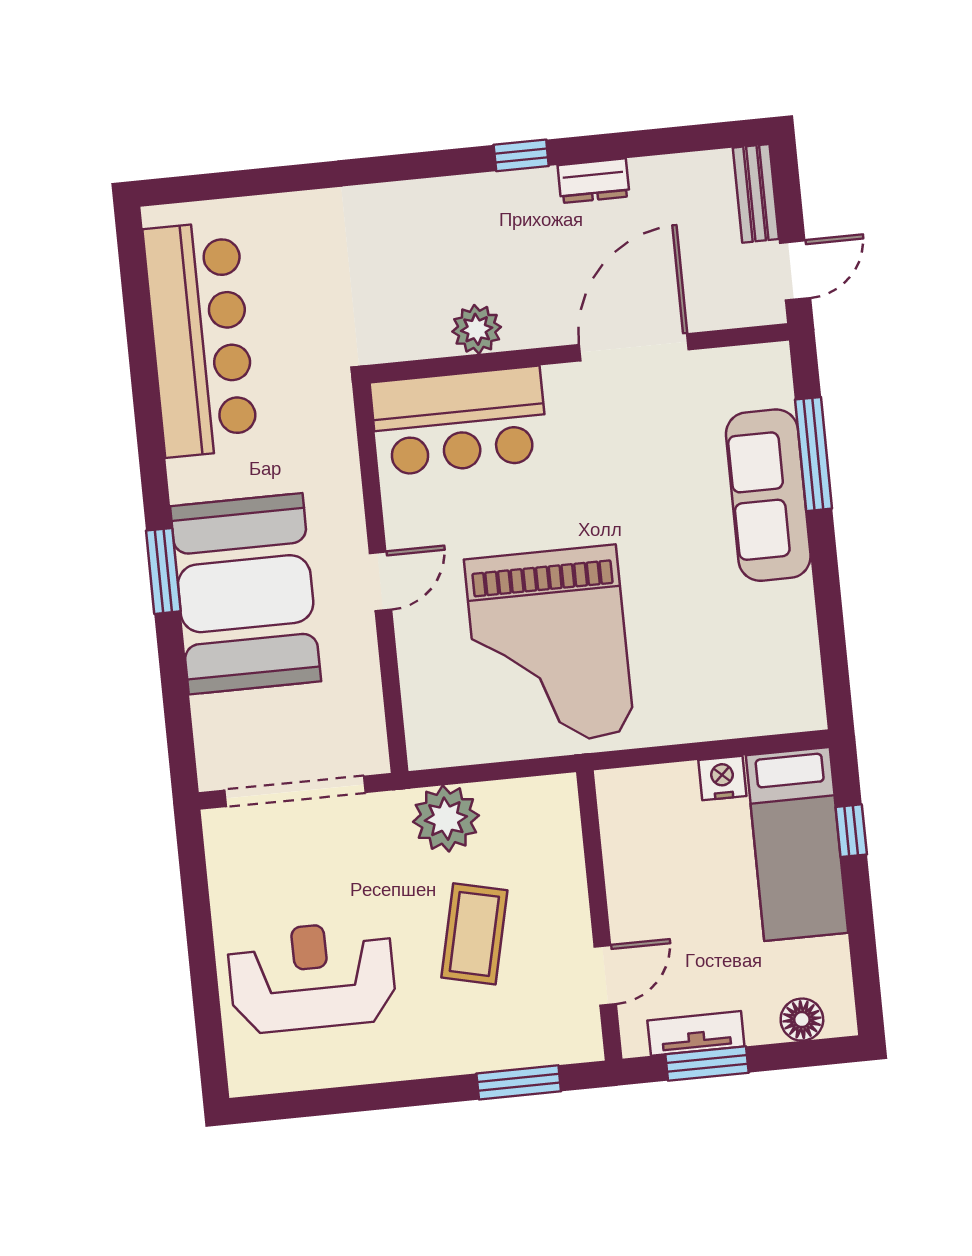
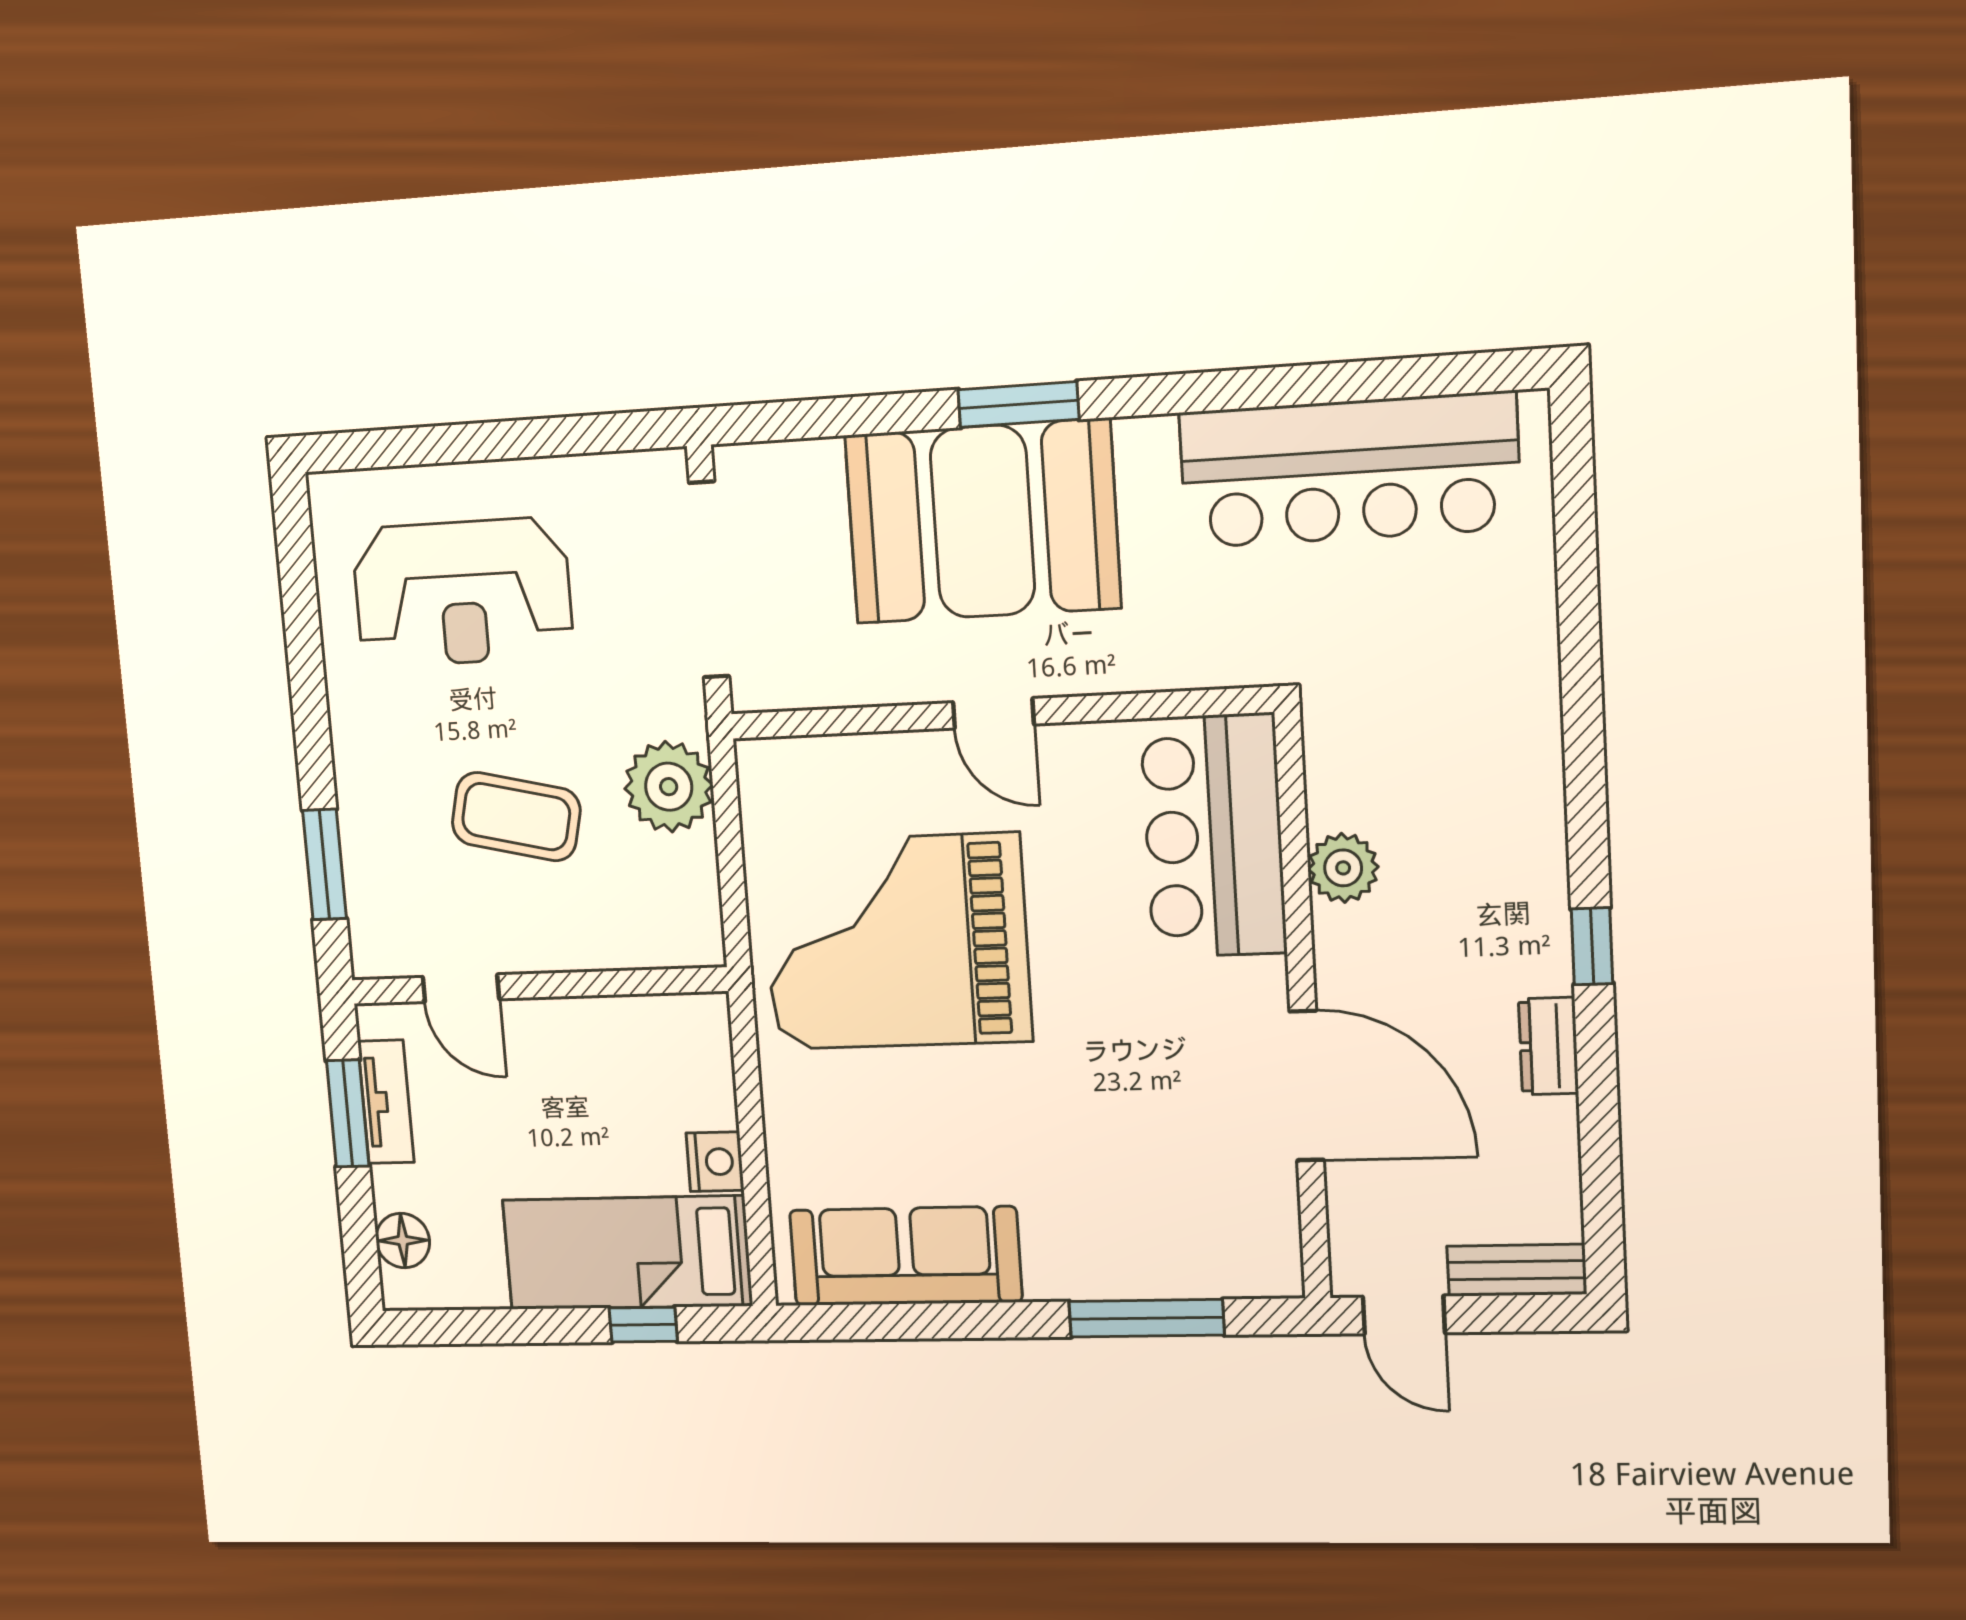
sofa: (768, 495) -> (905, 1256), moved
reception desk: (312, 977) -> (462, 592), turned 90

